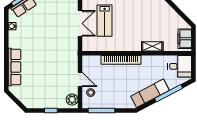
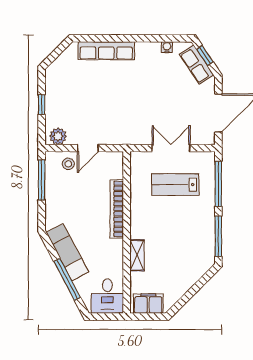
double door: (80, 23) -> (171, 148), swing flipped

